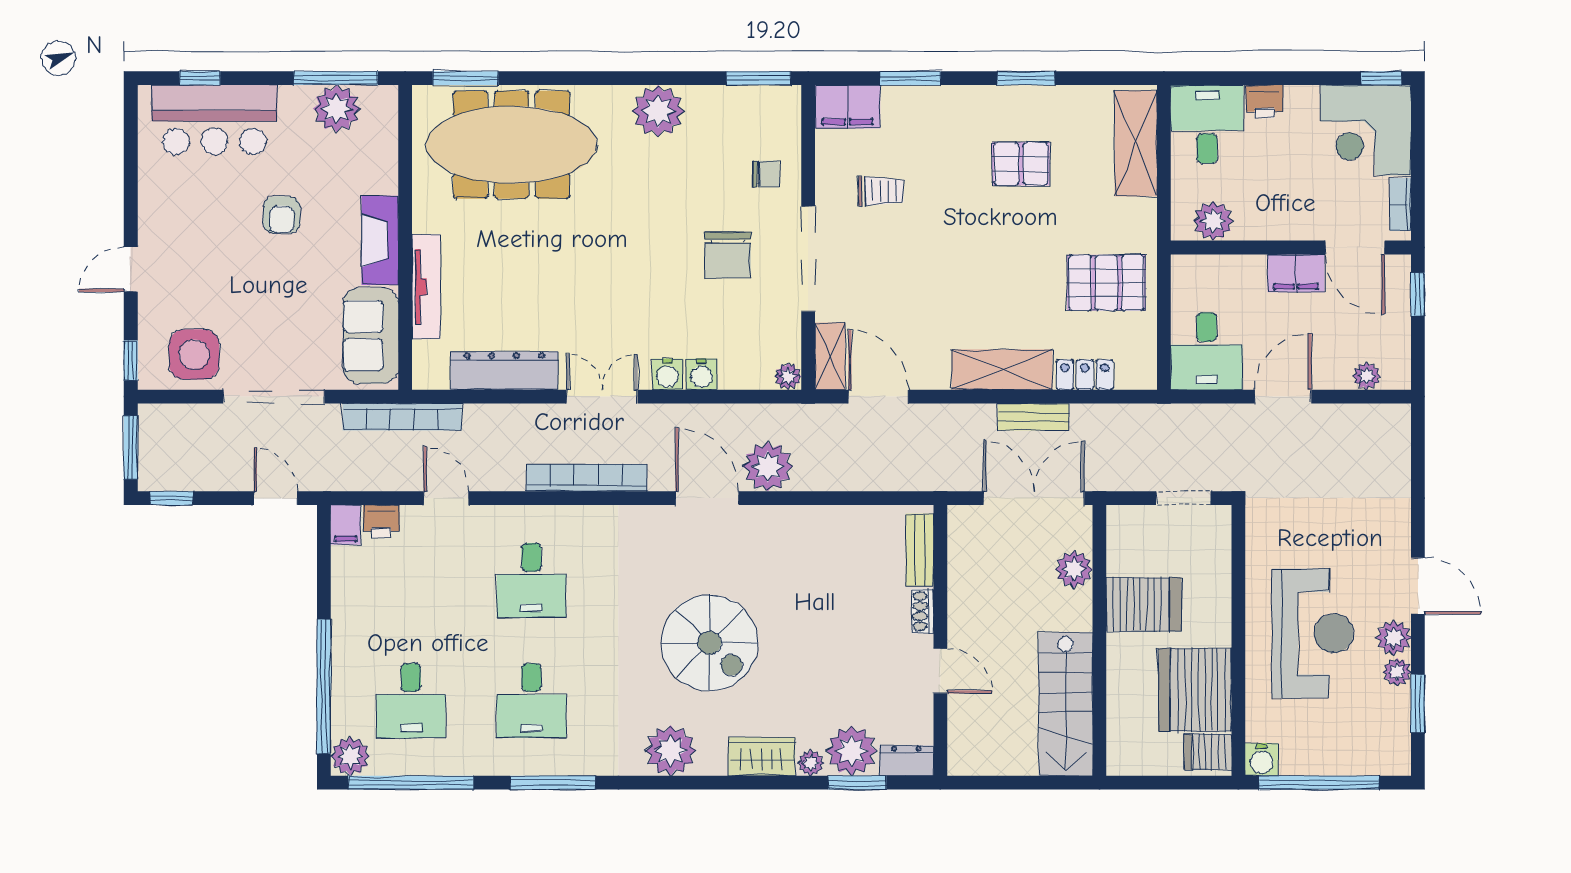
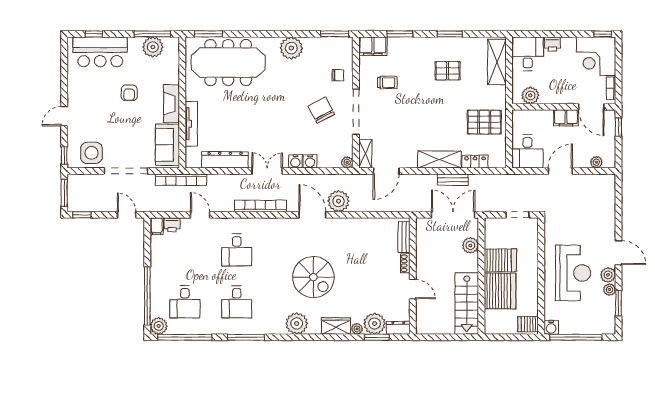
chair: (728, 255) -> (321, 110), turned 152
door: (878, 397) -> (386, 171), swing flipped
server rack: (1195, 690) -> (500, 291), moved, turned 180

